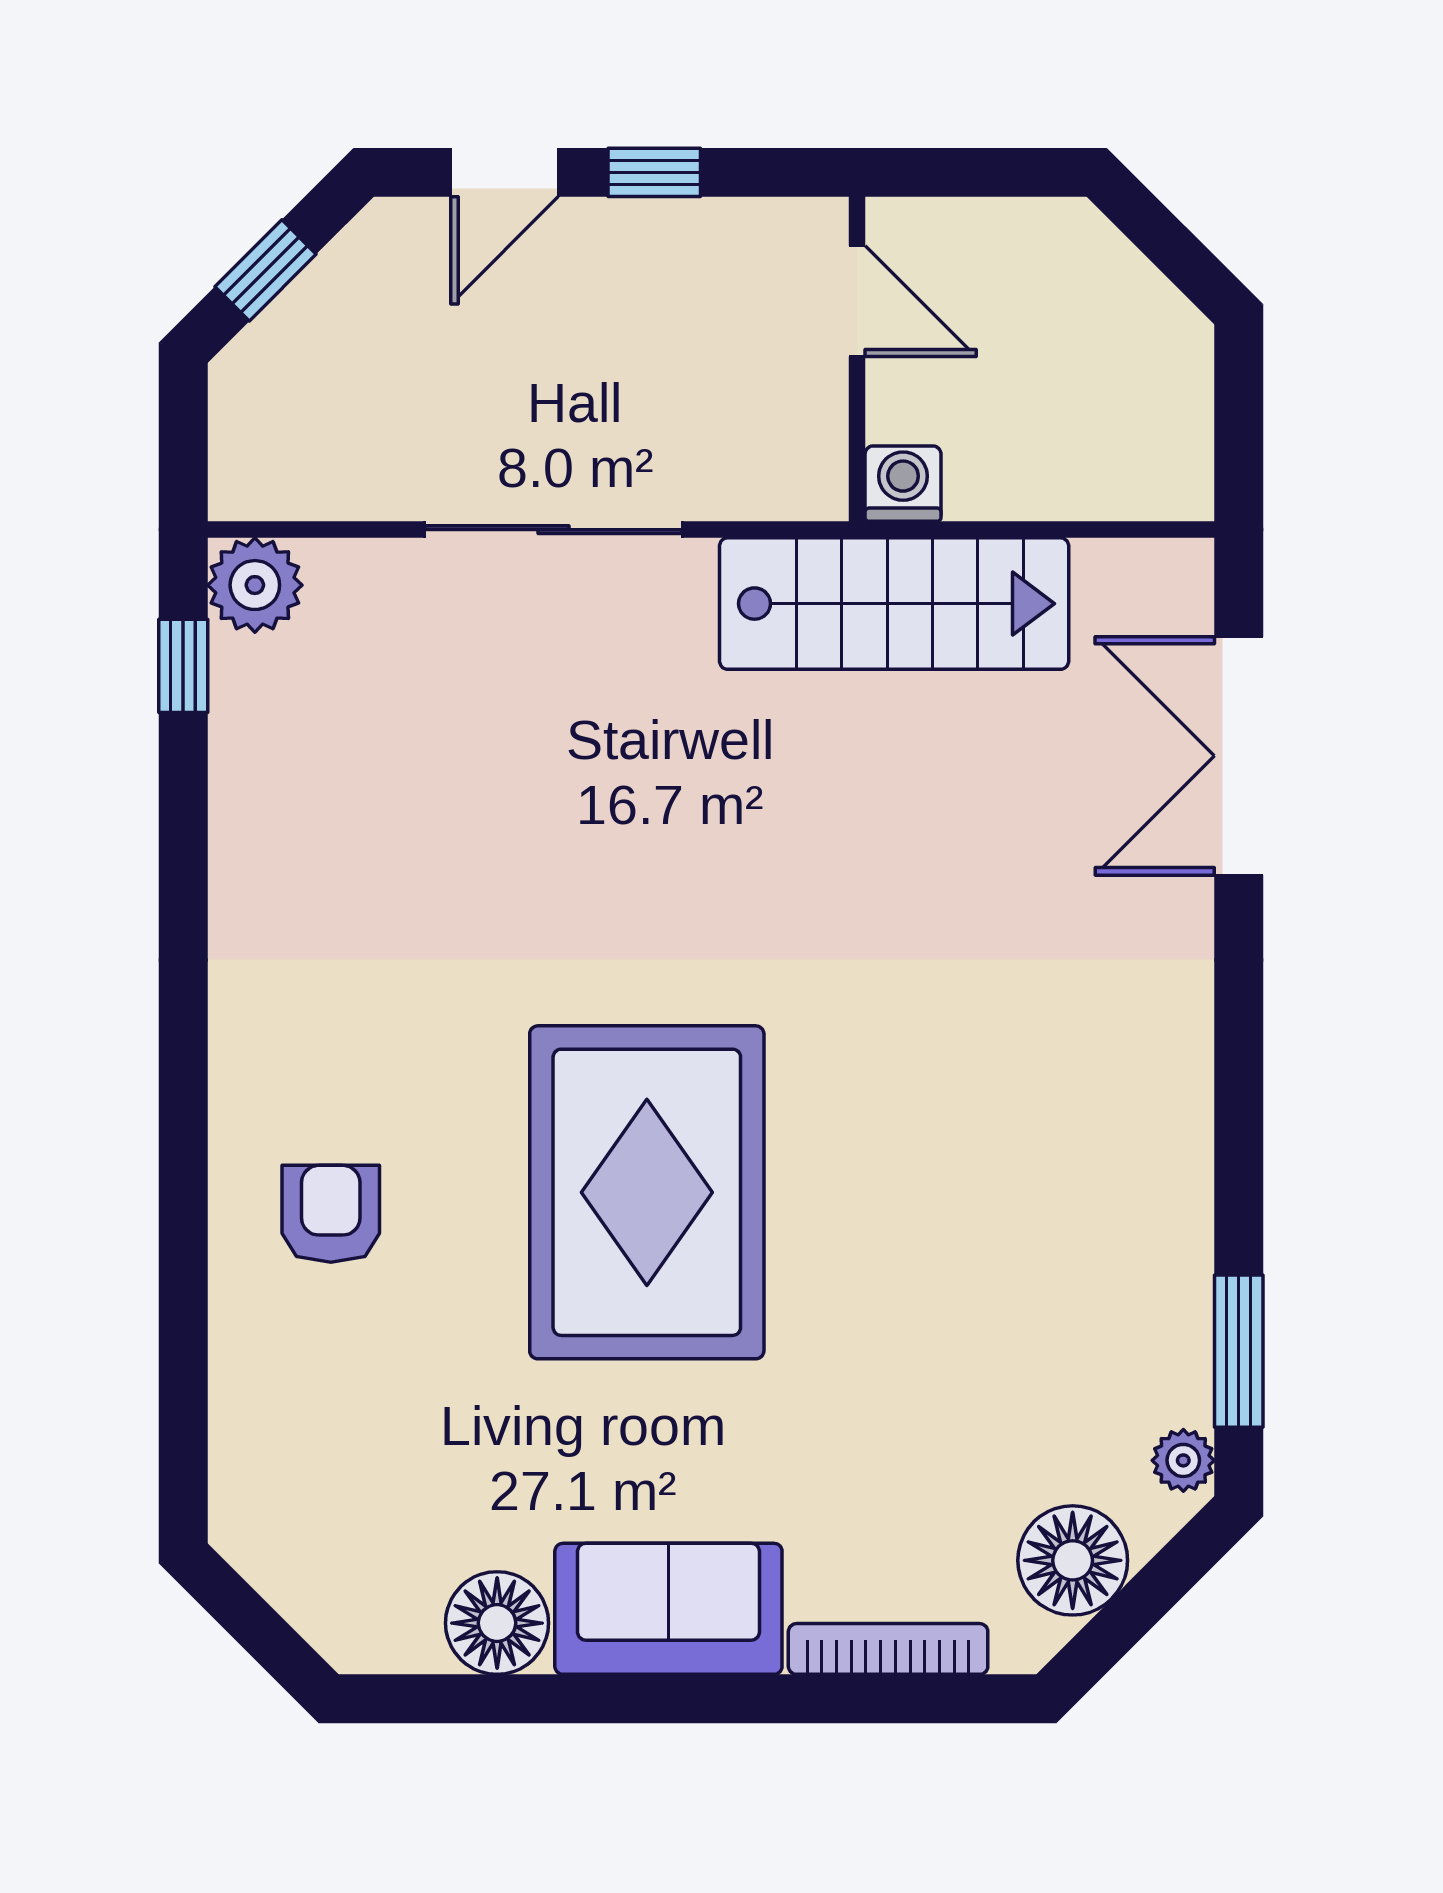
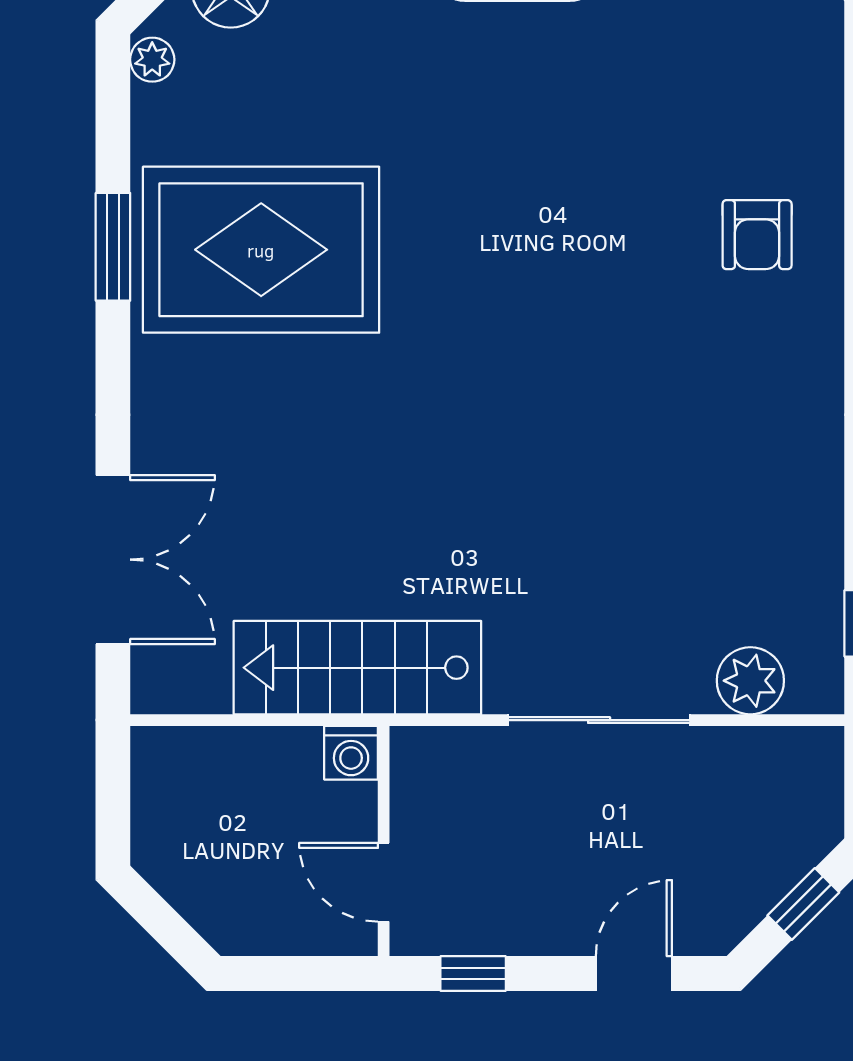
window: (654, 172) -> (473, 974), moved
plant: (255, 585) -> (750, 681), moved
rug: (647, 1192) -> (261, 250), moved, turned 90
window: (1239, 1351) -> (113, 247), moved

